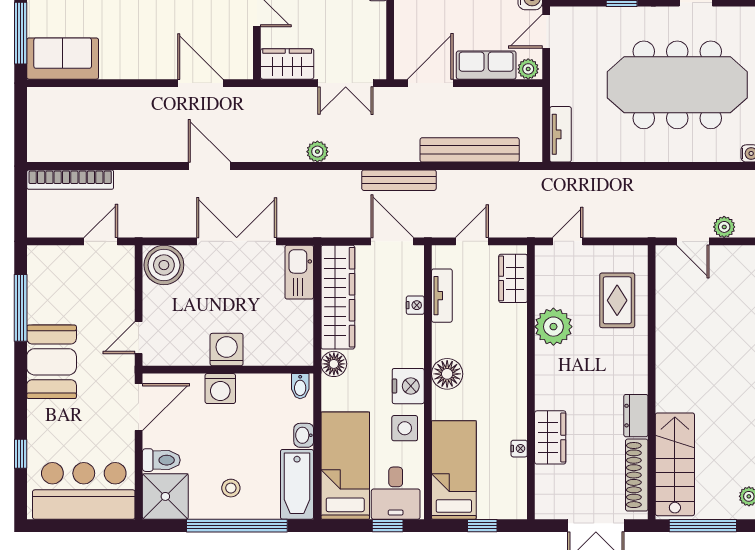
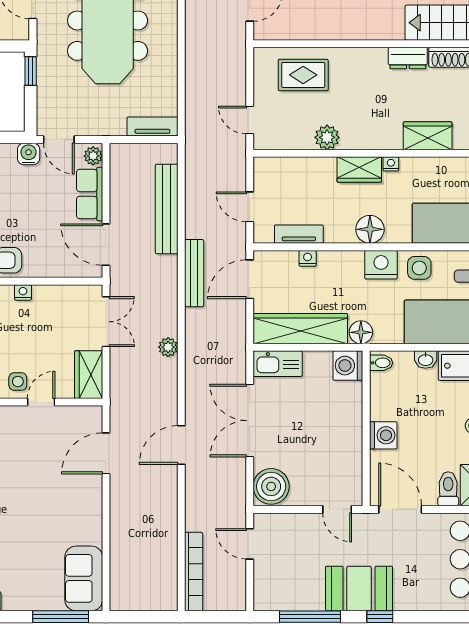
wardrobe: (513, 278) -> (359, 170), moved
plant: (553, 327) -> (327, 137), width x0.73, depth x0.73
washing machine: (227, 350) -> (348, 366), moved
nightstand: (519, 449) -> (391, 164), moved
window: (21, 454) -> (380, 617), moved

